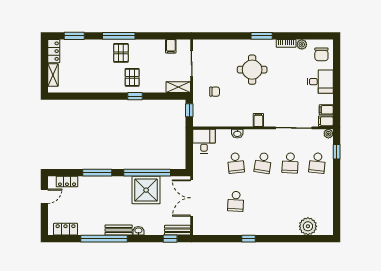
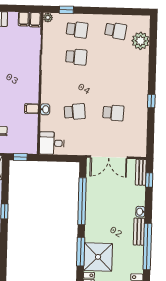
filing cabinet: (258, 120) -> (32, 109), moved
school desk: (263, 163) -> (116, 31), moved
shower: (146, 190) -> (98, 257), moved

